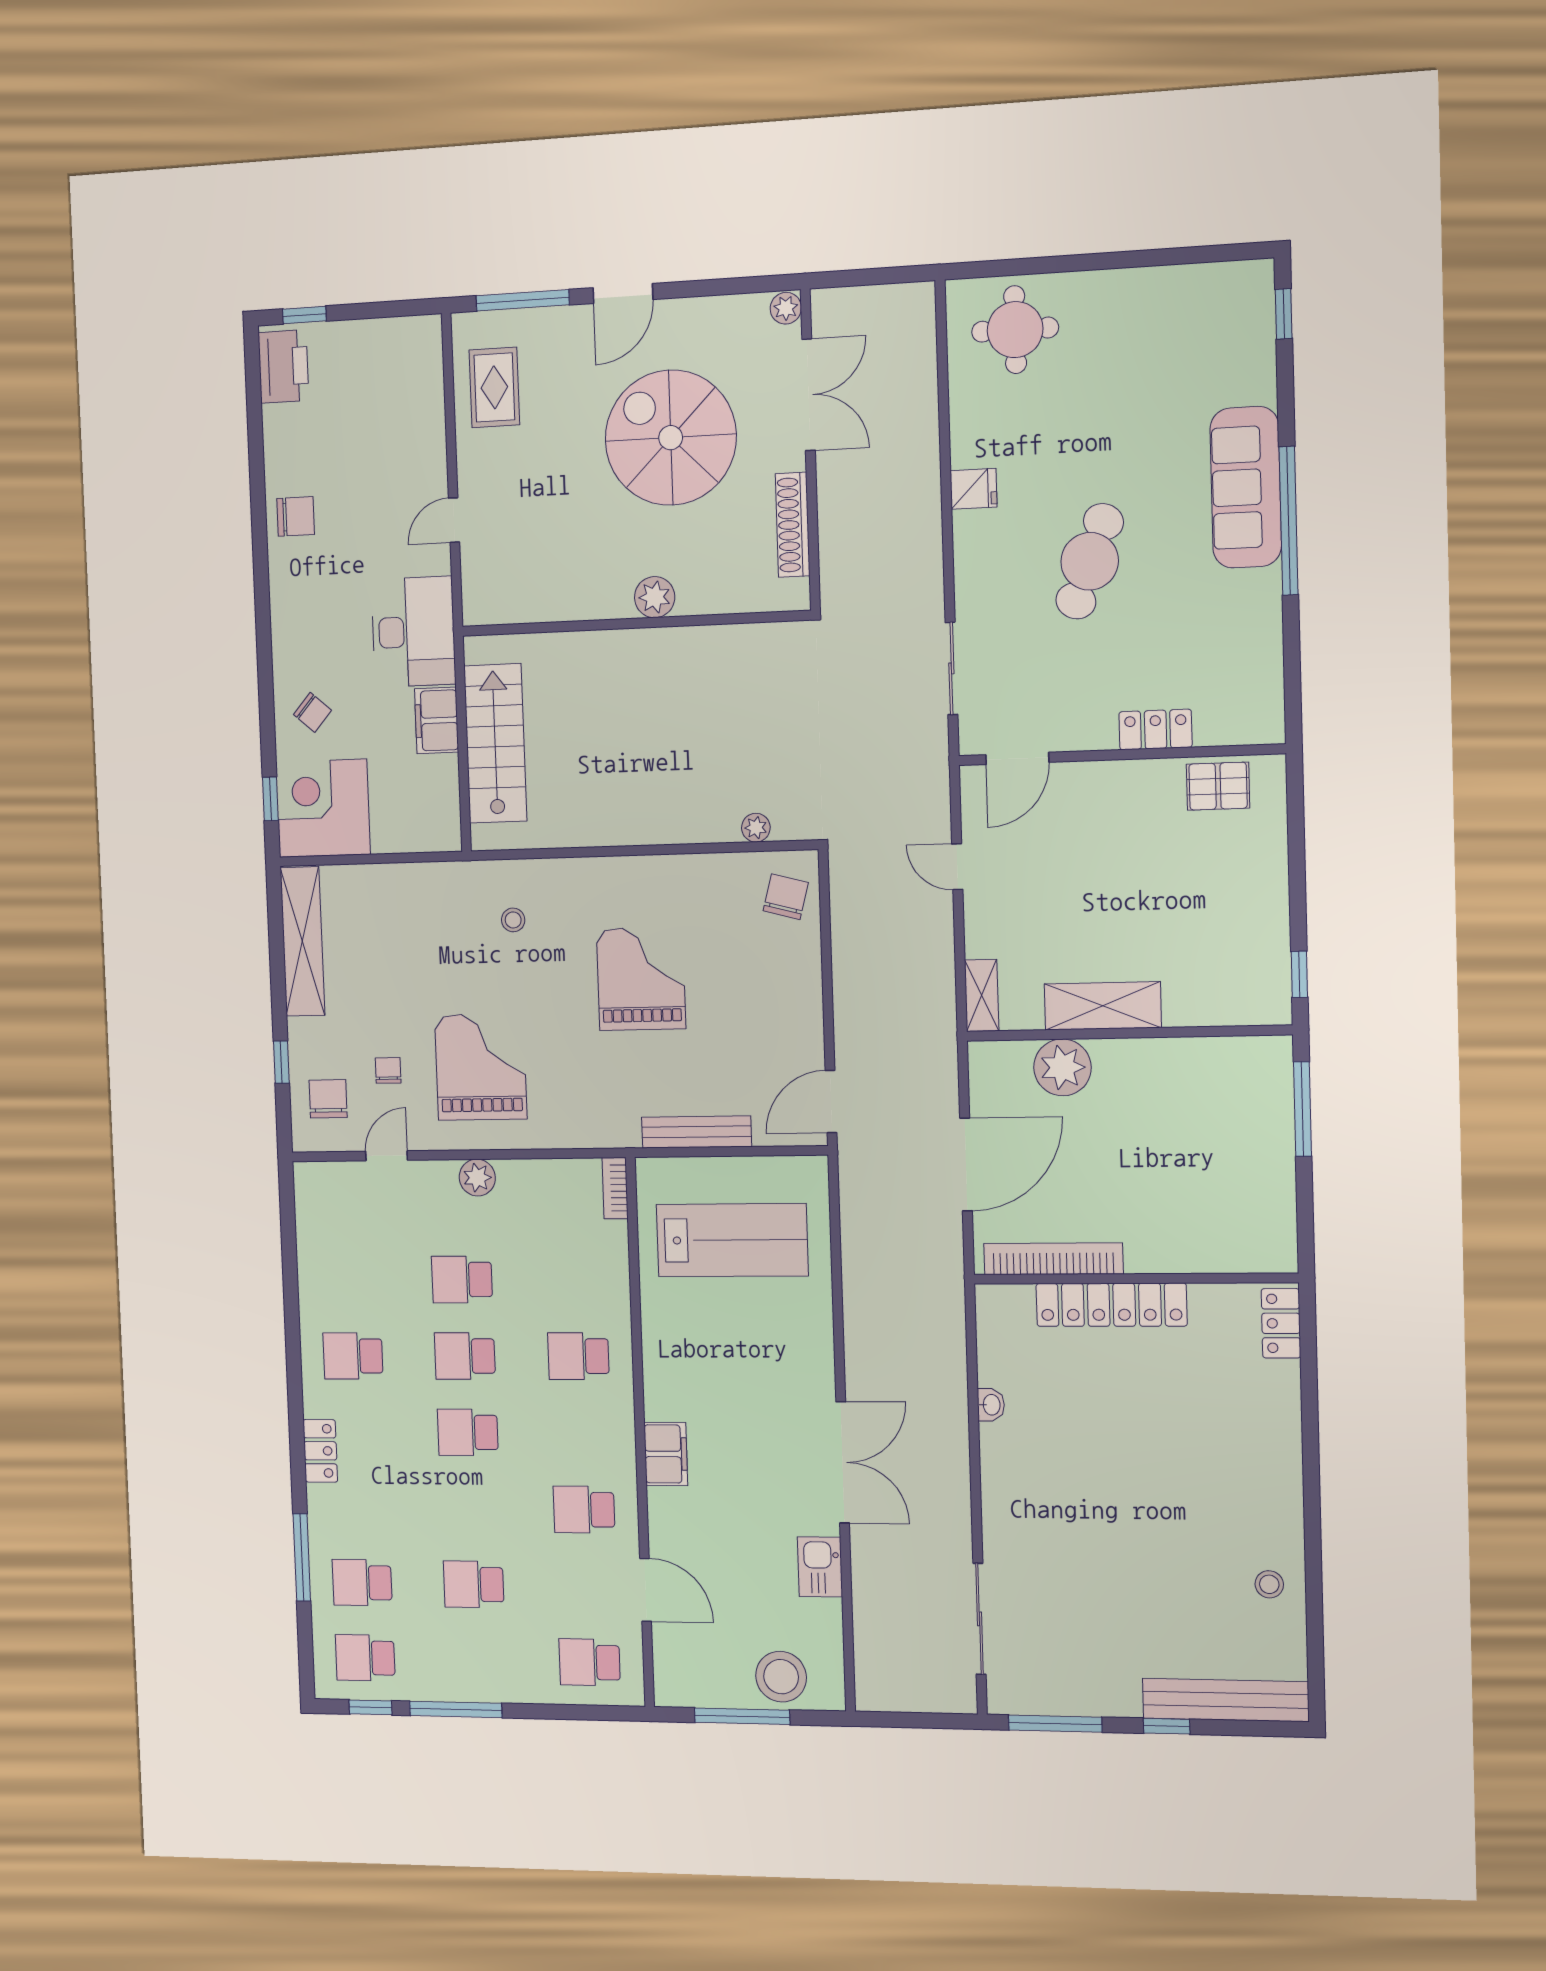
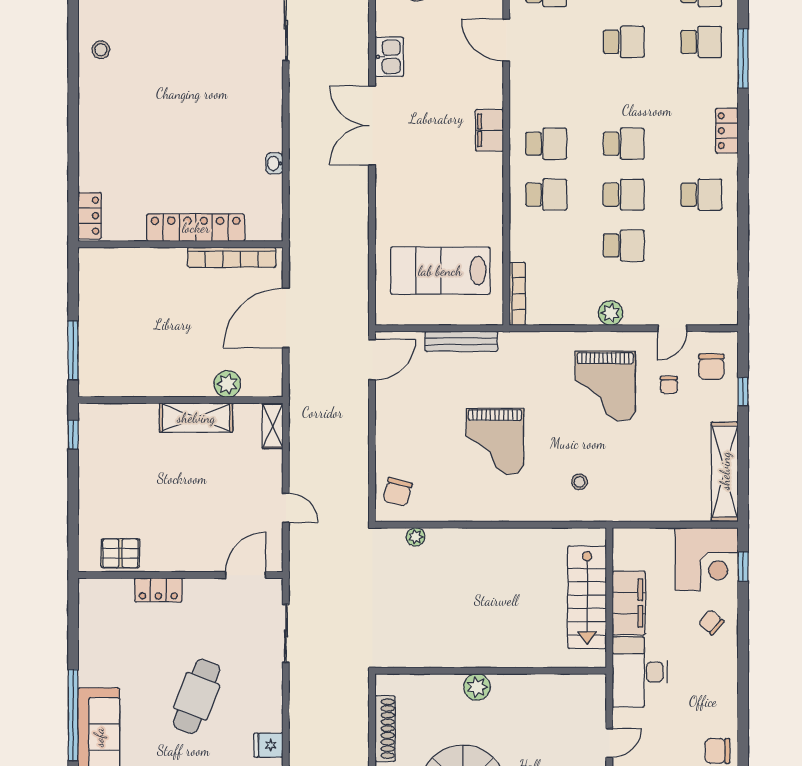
filing cabinet: (437, 720) -> (629, 603), width x1.50, depth x1.17
plant: (1062, 1067) -> (227, 384), width x0.73, depth x0.73
bookcase: (615, 1188) -> (517, 294), width x1.56
school desk: (584, 1510) -> (546, 144), moved

